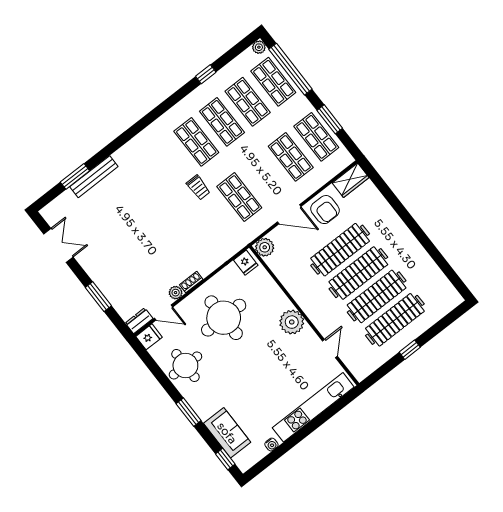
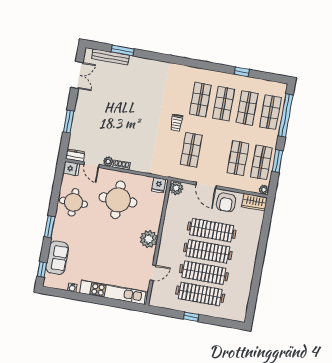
plant: (259, 47) -> (264, 190), moved
bench: (94, 177) -> (111, 57), moved

